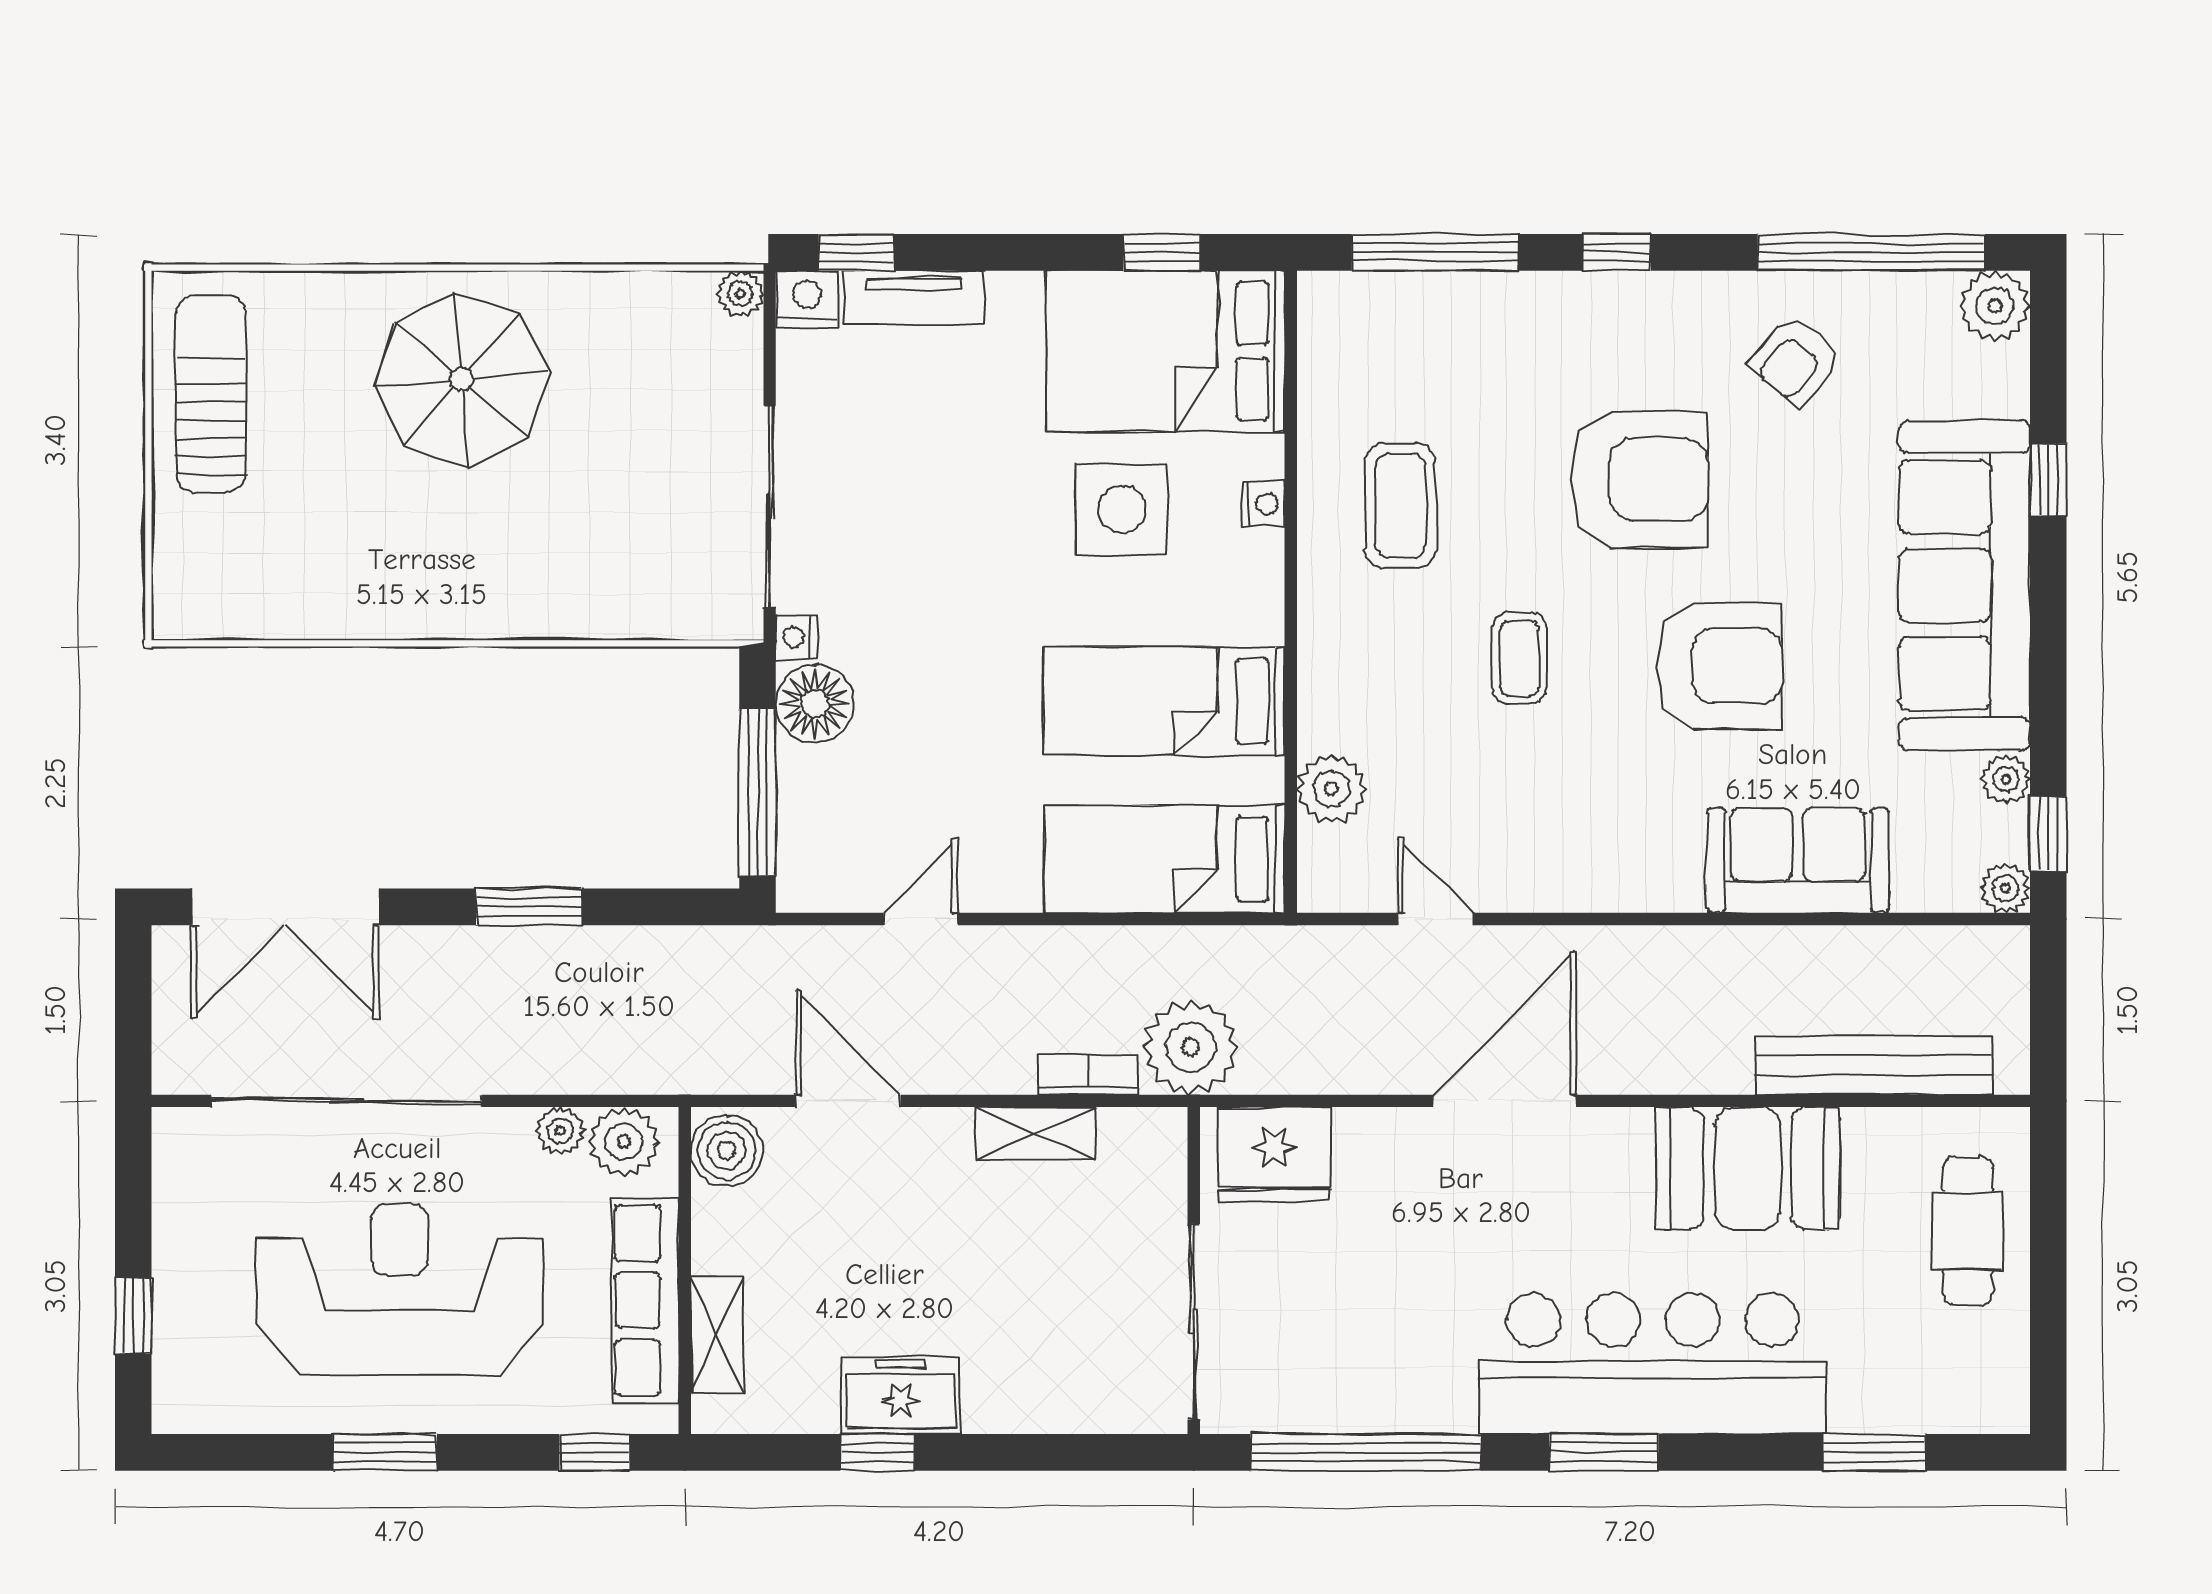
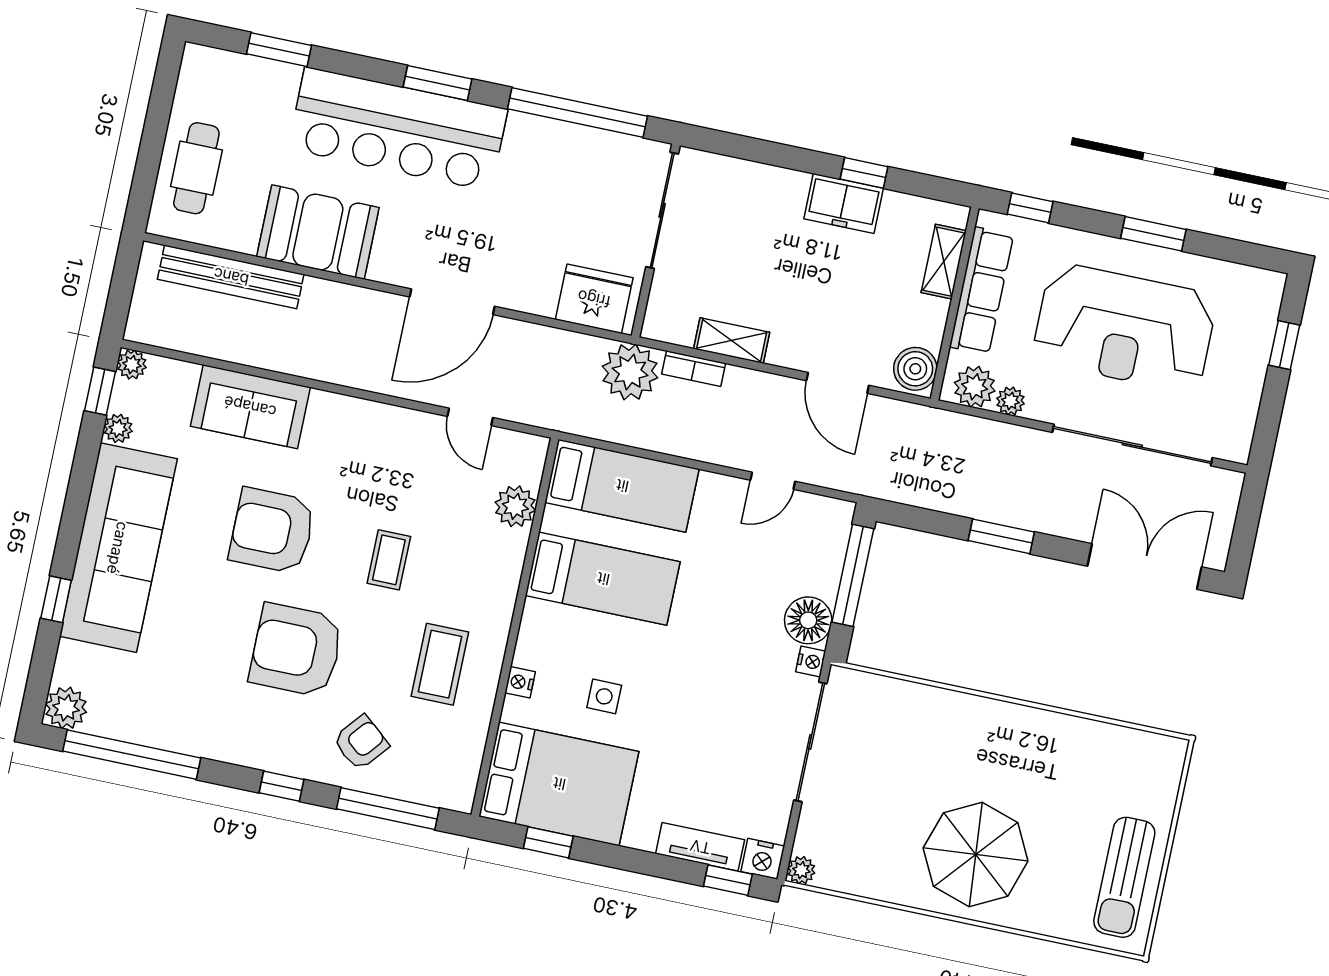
armchair: (1796, 360) -> (361, 743), moved
side table: (1121, 510) -> (604, 696), width x0.54, depth x0.54

